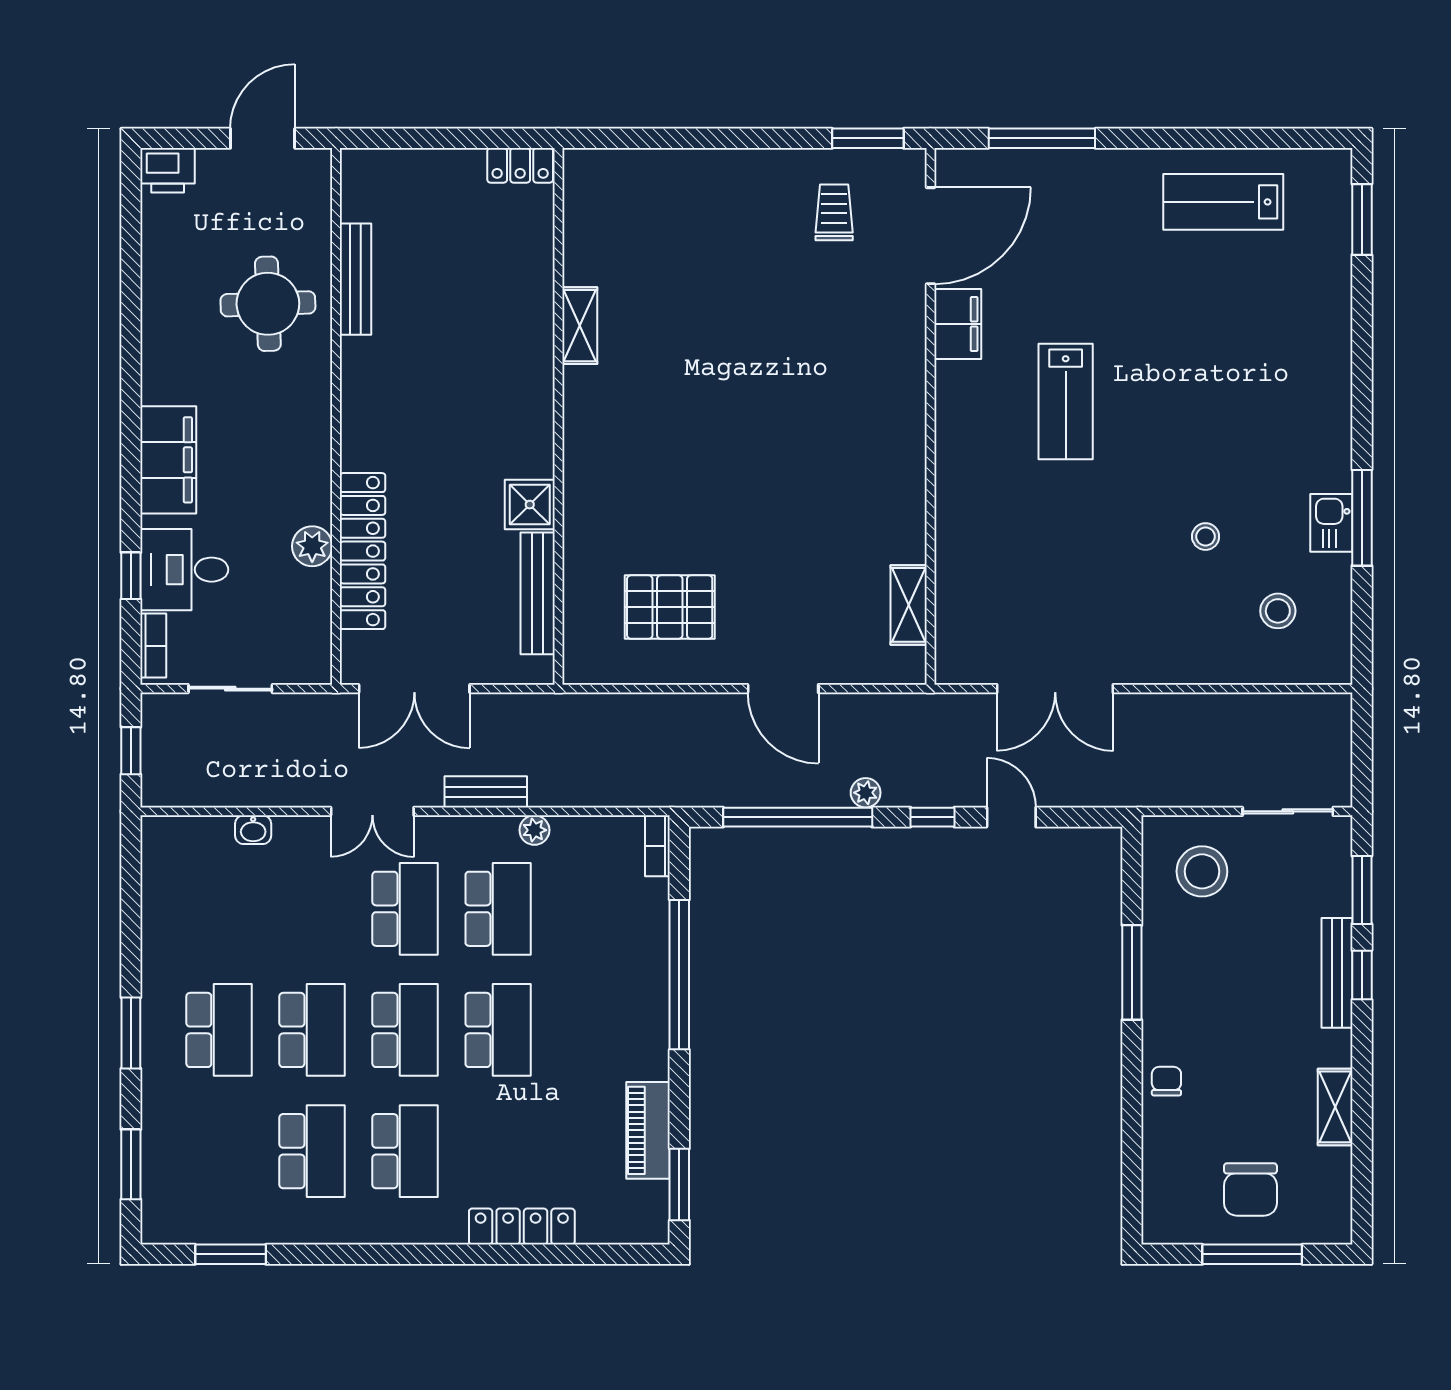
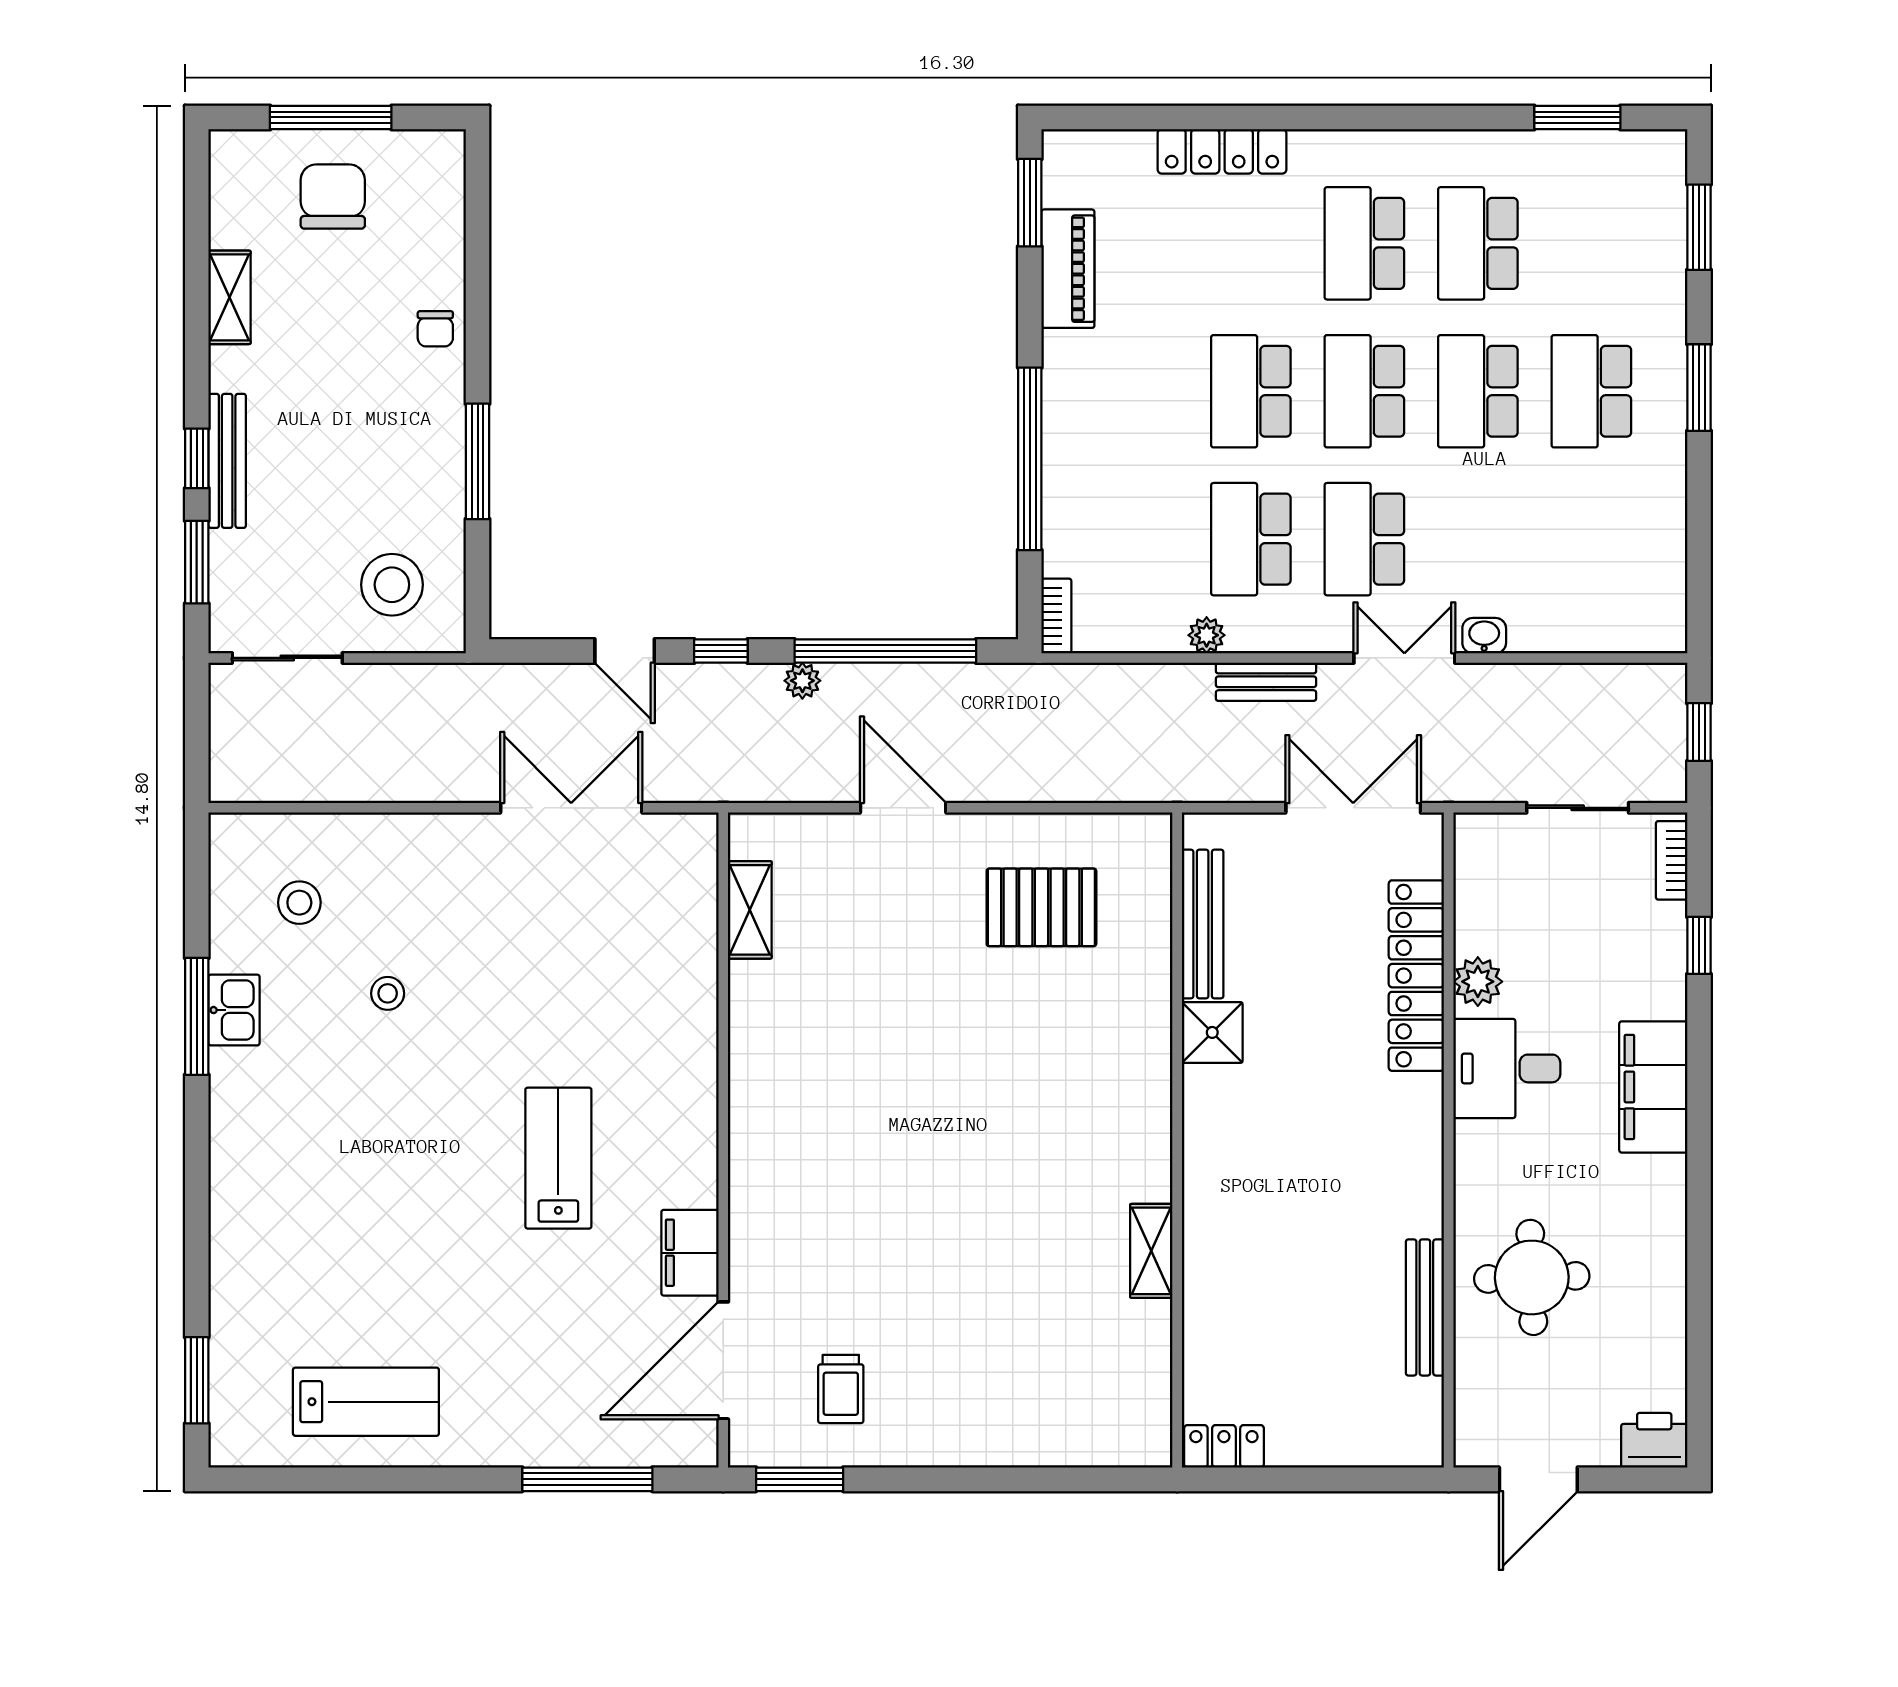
desk: (184, 570) -> (1507, 1068), moved, turned 180
washbasin: (253, 830) -> (1484, 636), moved

